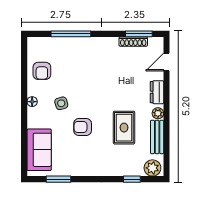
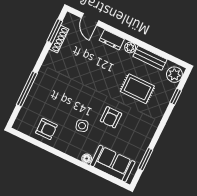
floor lamp: (32, 102) -> (87, 159), moved
rug: (124, 128) -> (137, 89), moved

